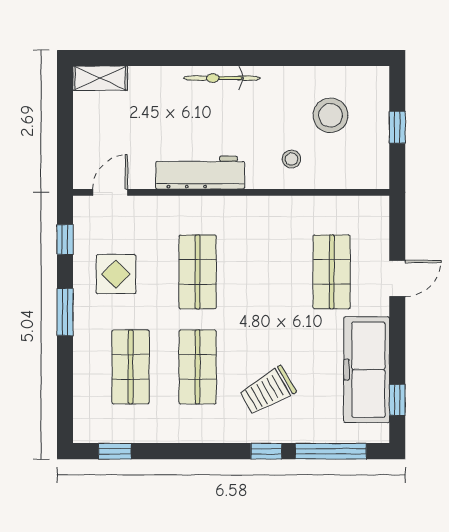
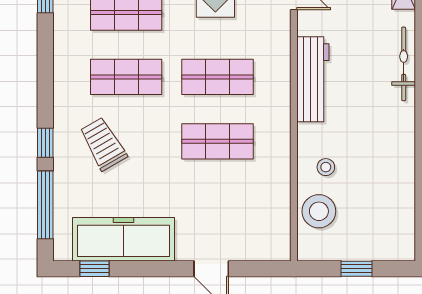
bicycle: (222, 78) -> (404, 64), moved
stool: (331, 115) -> (319, 211), moved
shop shelf: (332, 272) -> (217, 141), moved

